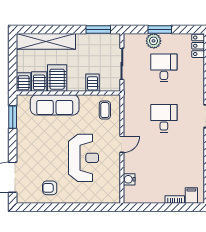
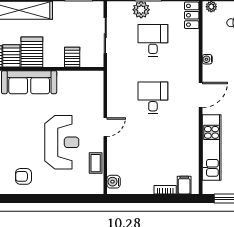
coffee table: (105, 110) -> (96, 163), moved
water cooler: (129, 179) -> (114, 182), moved

